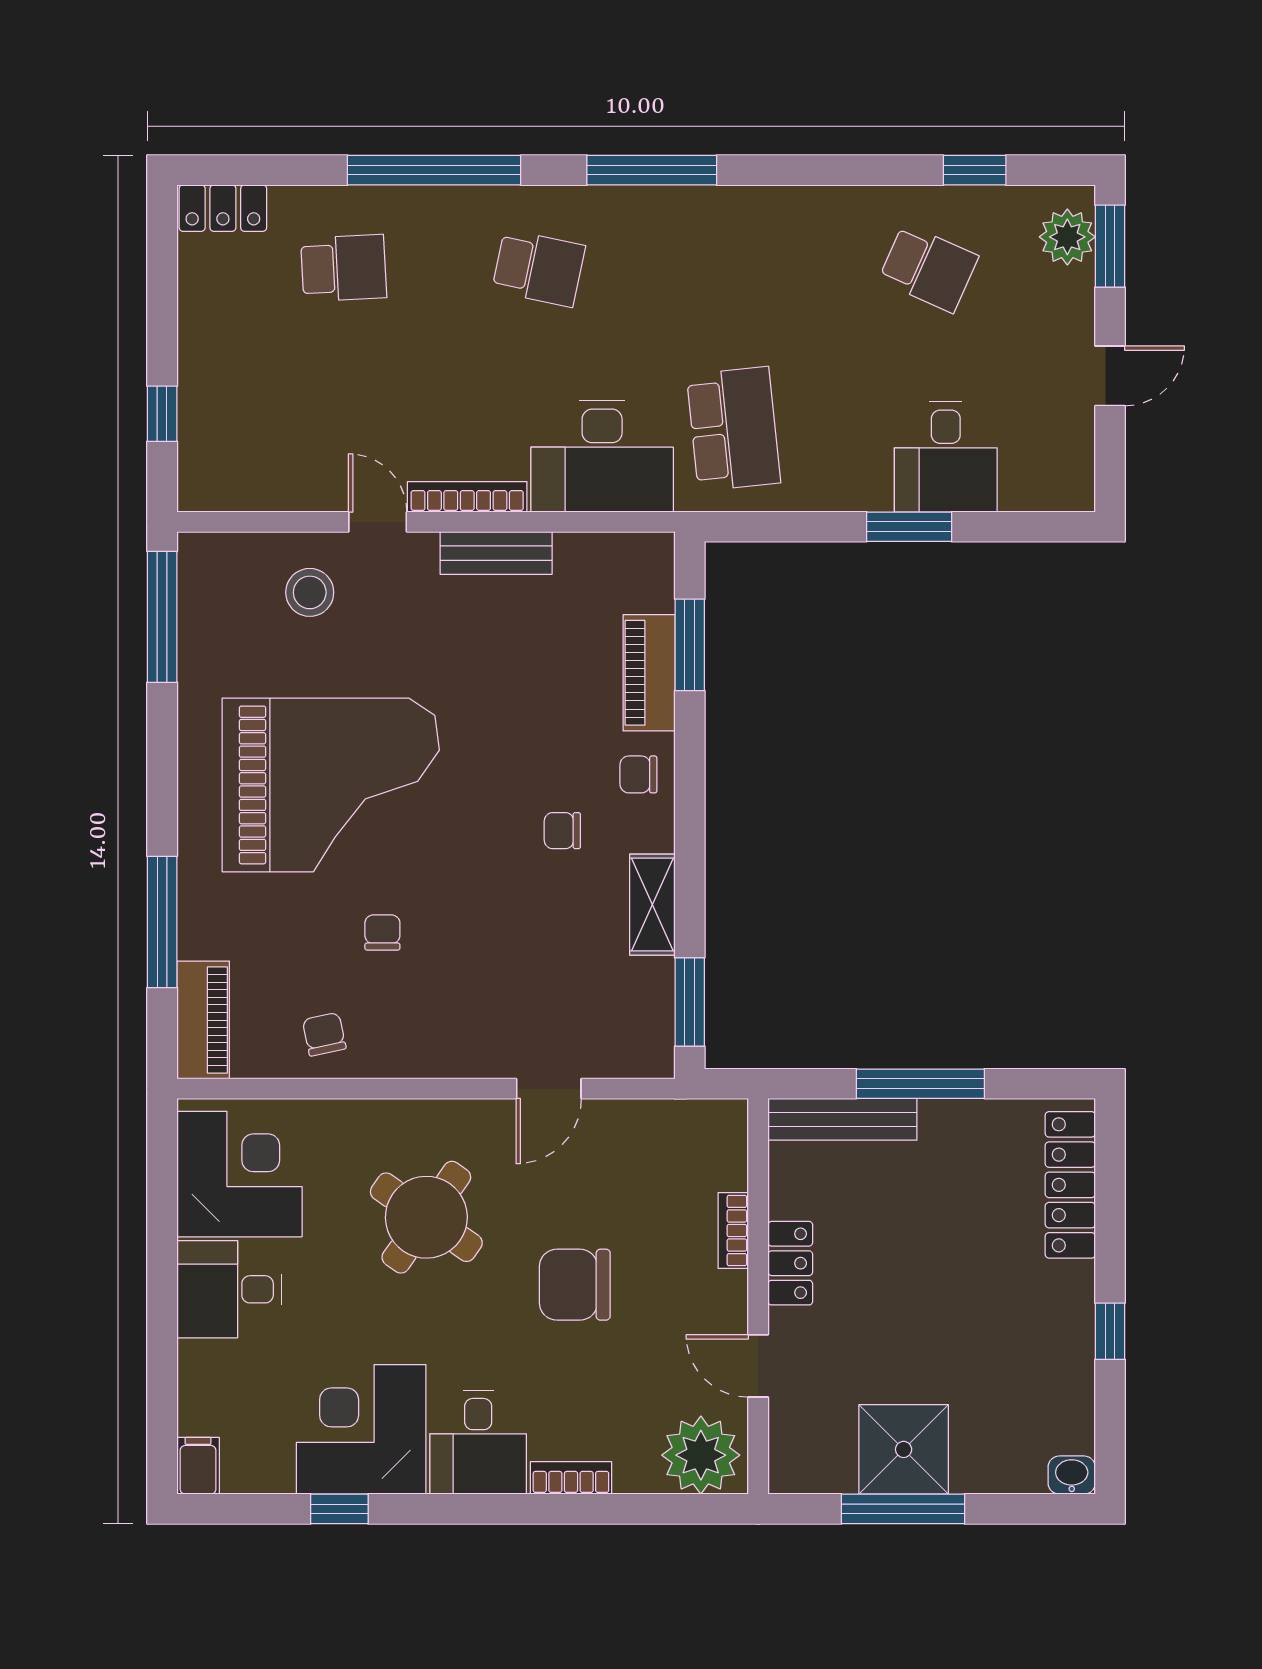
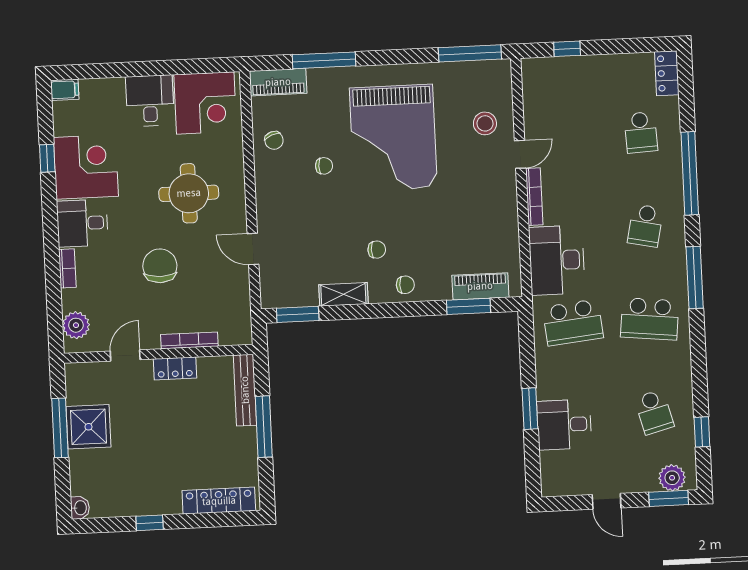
school desk: (734, 268) -> (650, 319), added
school desk: (928, 268) -> (654, 412), turned -39
bench: (496, 553) -> (508, 212), removed
piano: (649, 673) -> (480, 286), moved
chair: (638, 774) -> (405, 285), turned 90
chair: (562, 831) -> (377, 250), turned 90
chair: (324, 1034) -> (274, 140), turned 81
round table: (426, 1217) -> (189, 193), turned -35
bookcase: (733, 1231) -> (189, 340), width x1.56
plant: (701, 1455) -> (76, 325), width x0.73, depth x0.73

